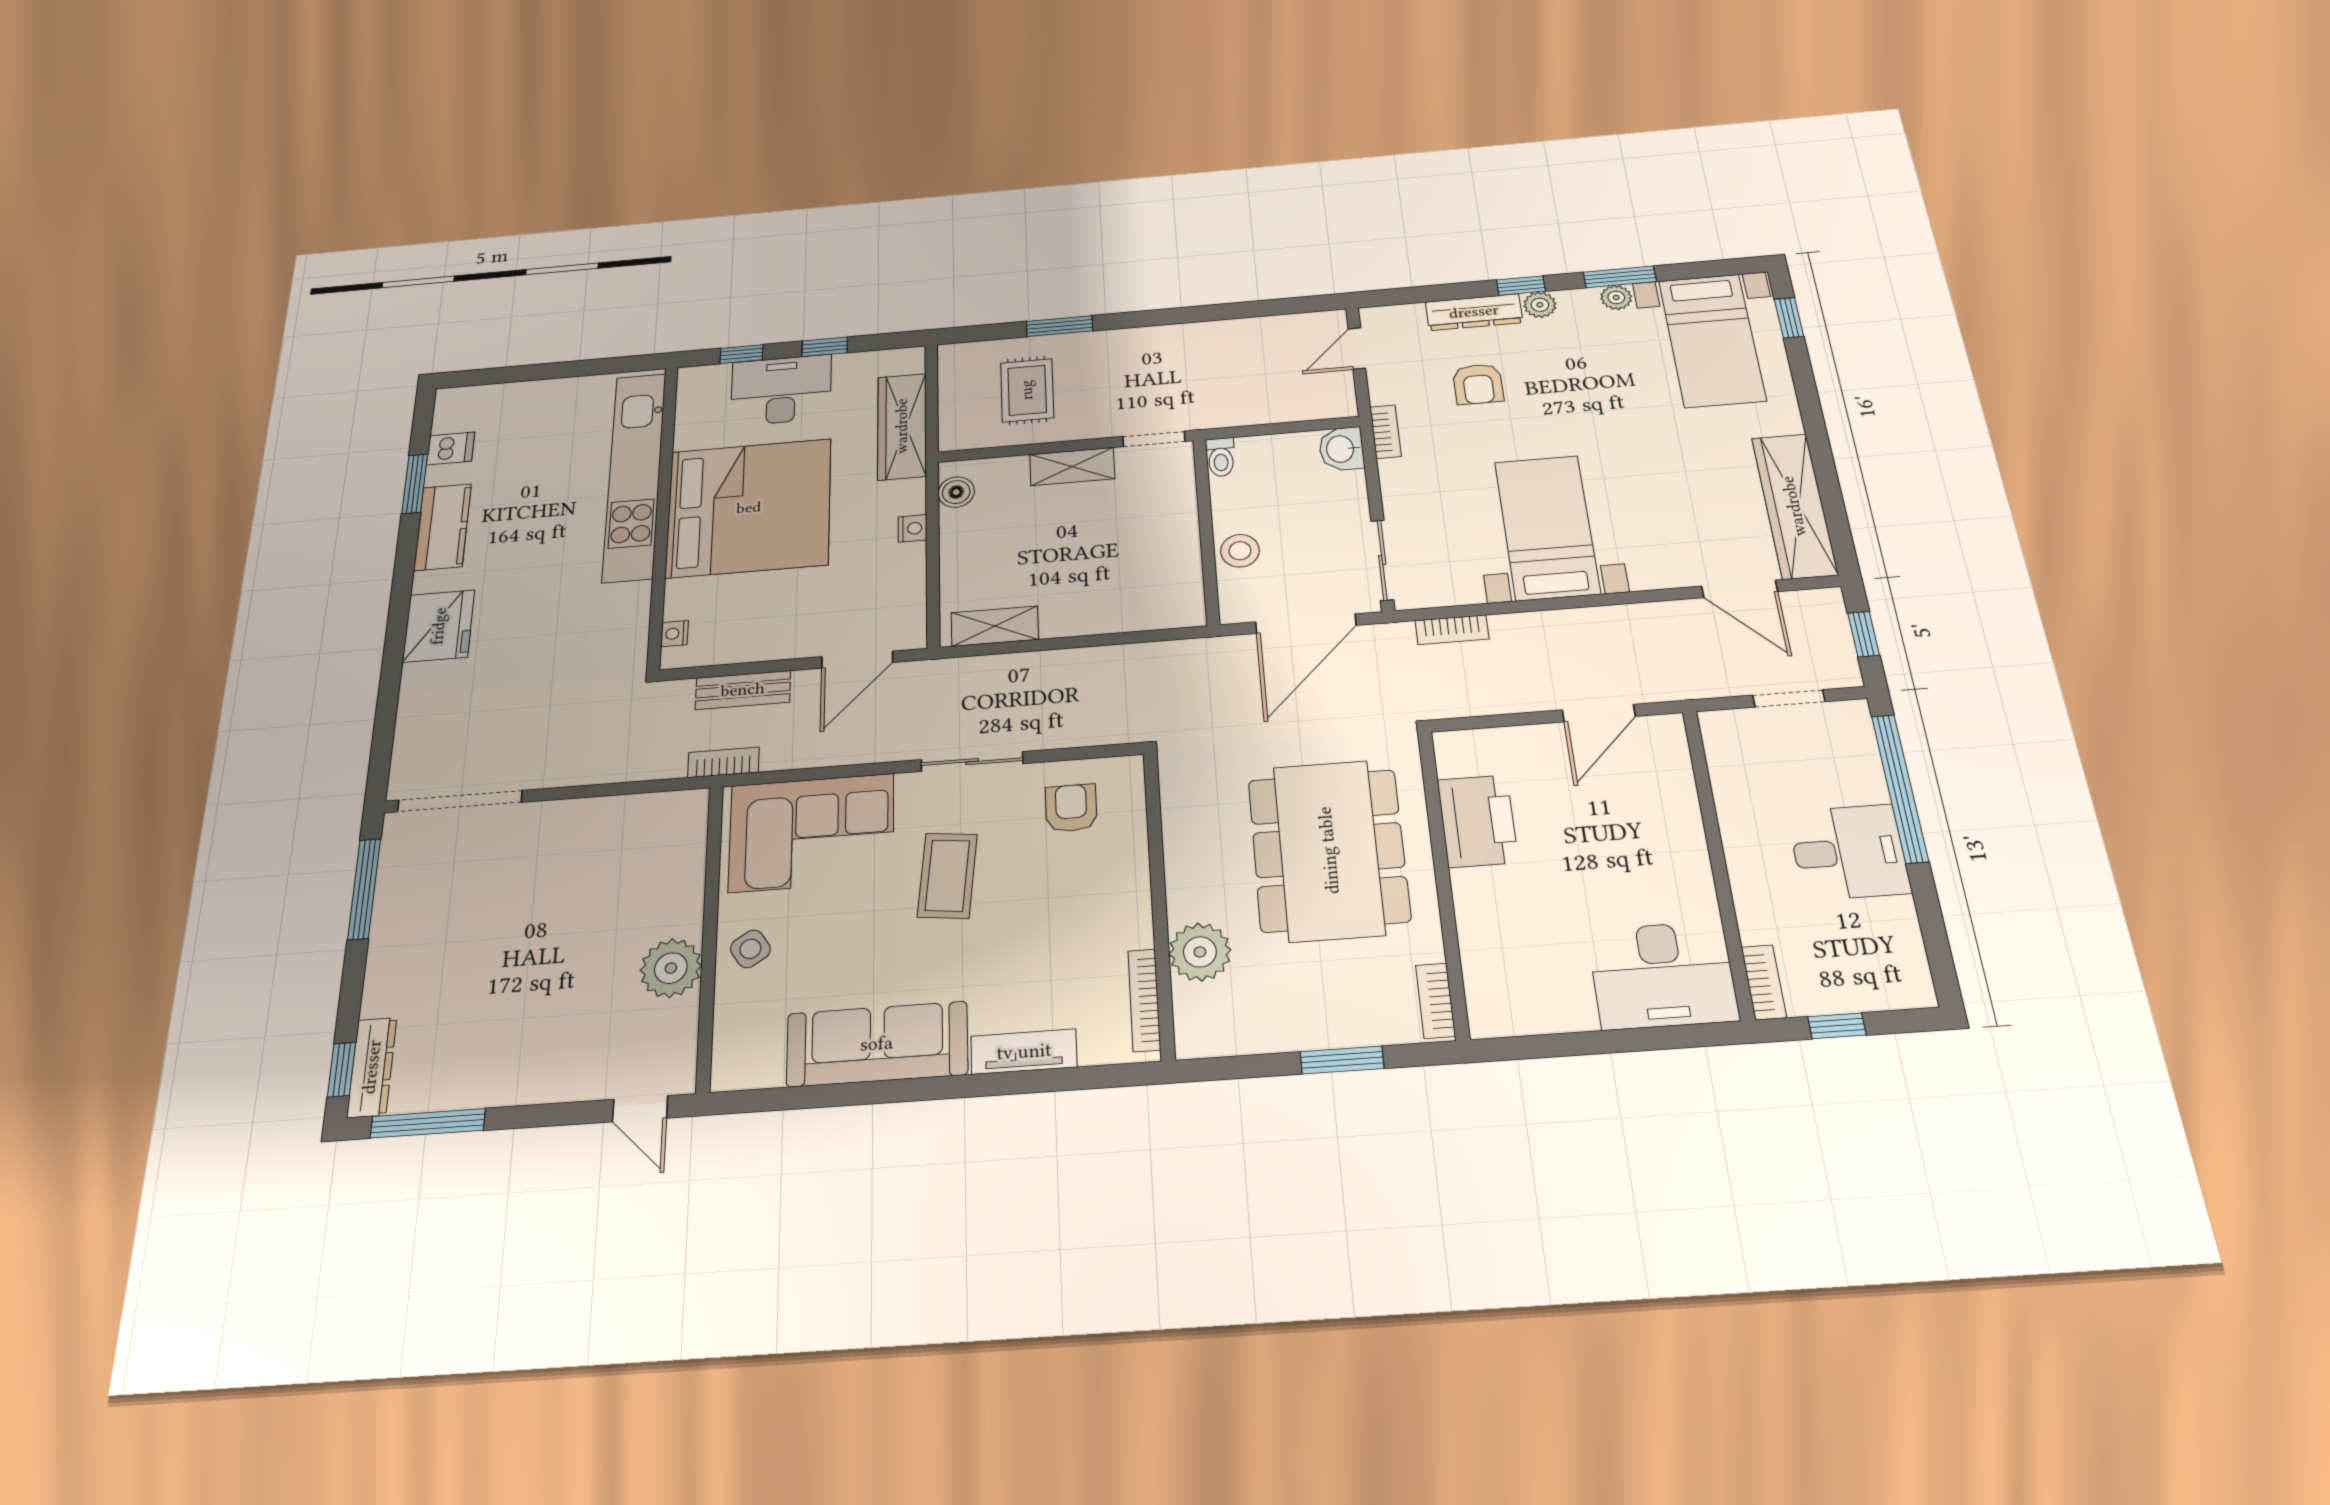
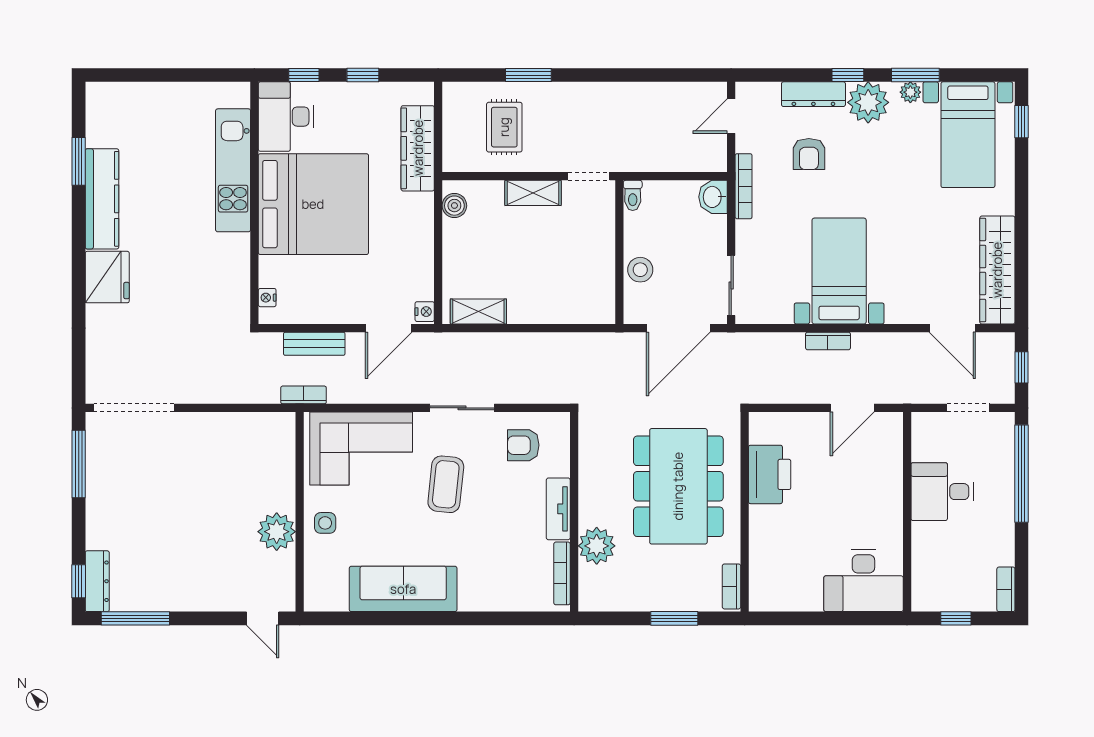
plant: (1540, 305) -> (868, 102), width x1.87, depth x1.87
desk: (781, 390) -> (286, 117), moved, turned -90
bookcase: (1386, 432) -> (744, 186), width x1.56
dishwasher: (451, 448) -> (101, 134), removed
kitchen unit: (634, 476) -> (233, 170), width x0.73
kitchen counter: (443, 527) -> (102, 199), width x1.50
nightstand: (912, 528) -> (425, 312), moved
bookcase: (1452, 630) -> (828, 341), moved
armchair: (1071, 808) -> (523, 445), turned -90
desk: (1849, 852) -> (942, 492), moved, turned 180
side table: (750, 949) -> (325, 523), turned 33
bookcase: (1764, 982) -> (1006, 589), moved, turned 180
tv unit: (1024, 1052) -> (558, 509), moved, turned -90

